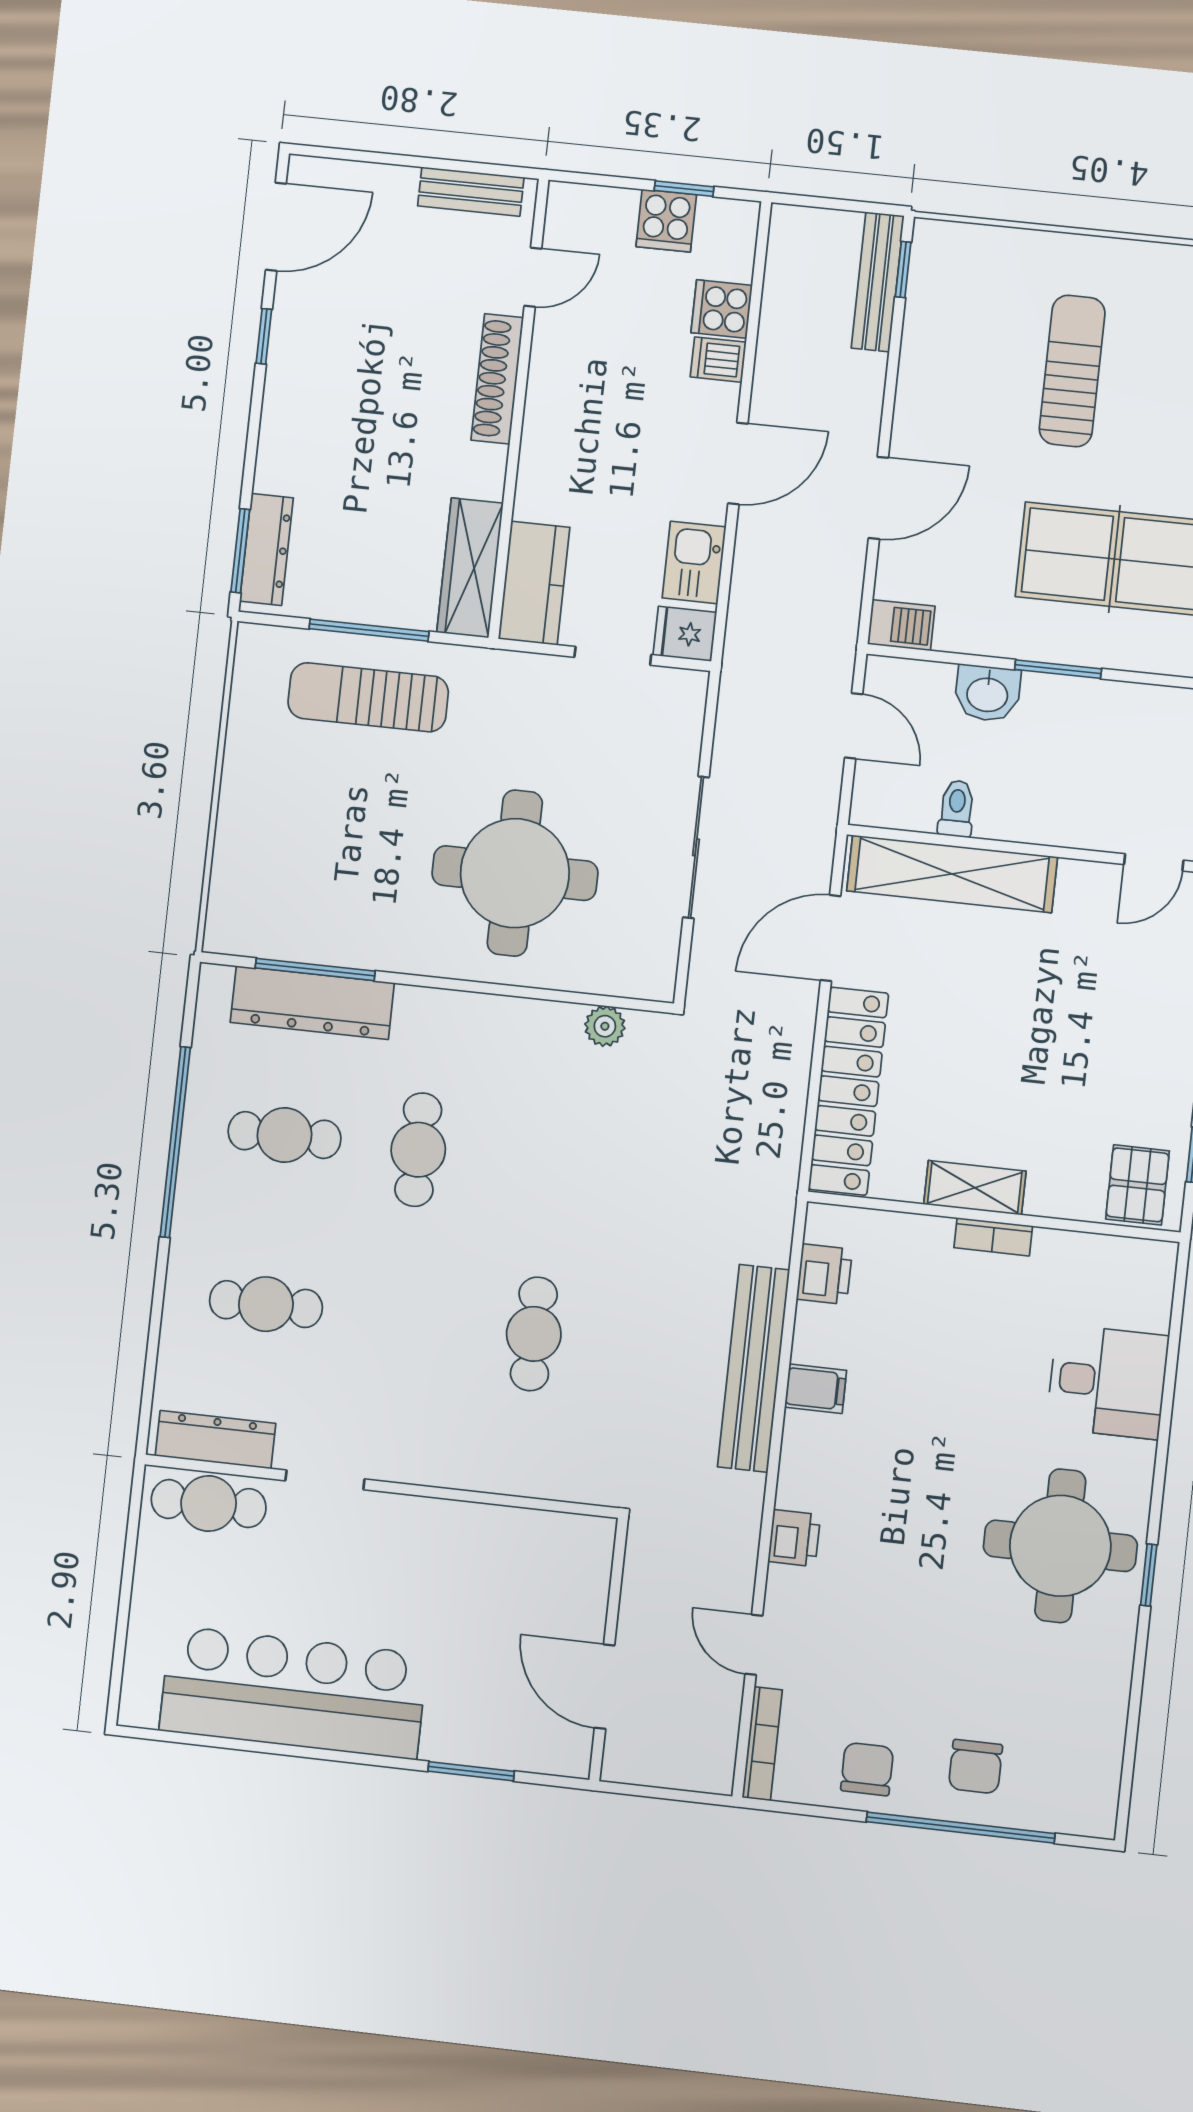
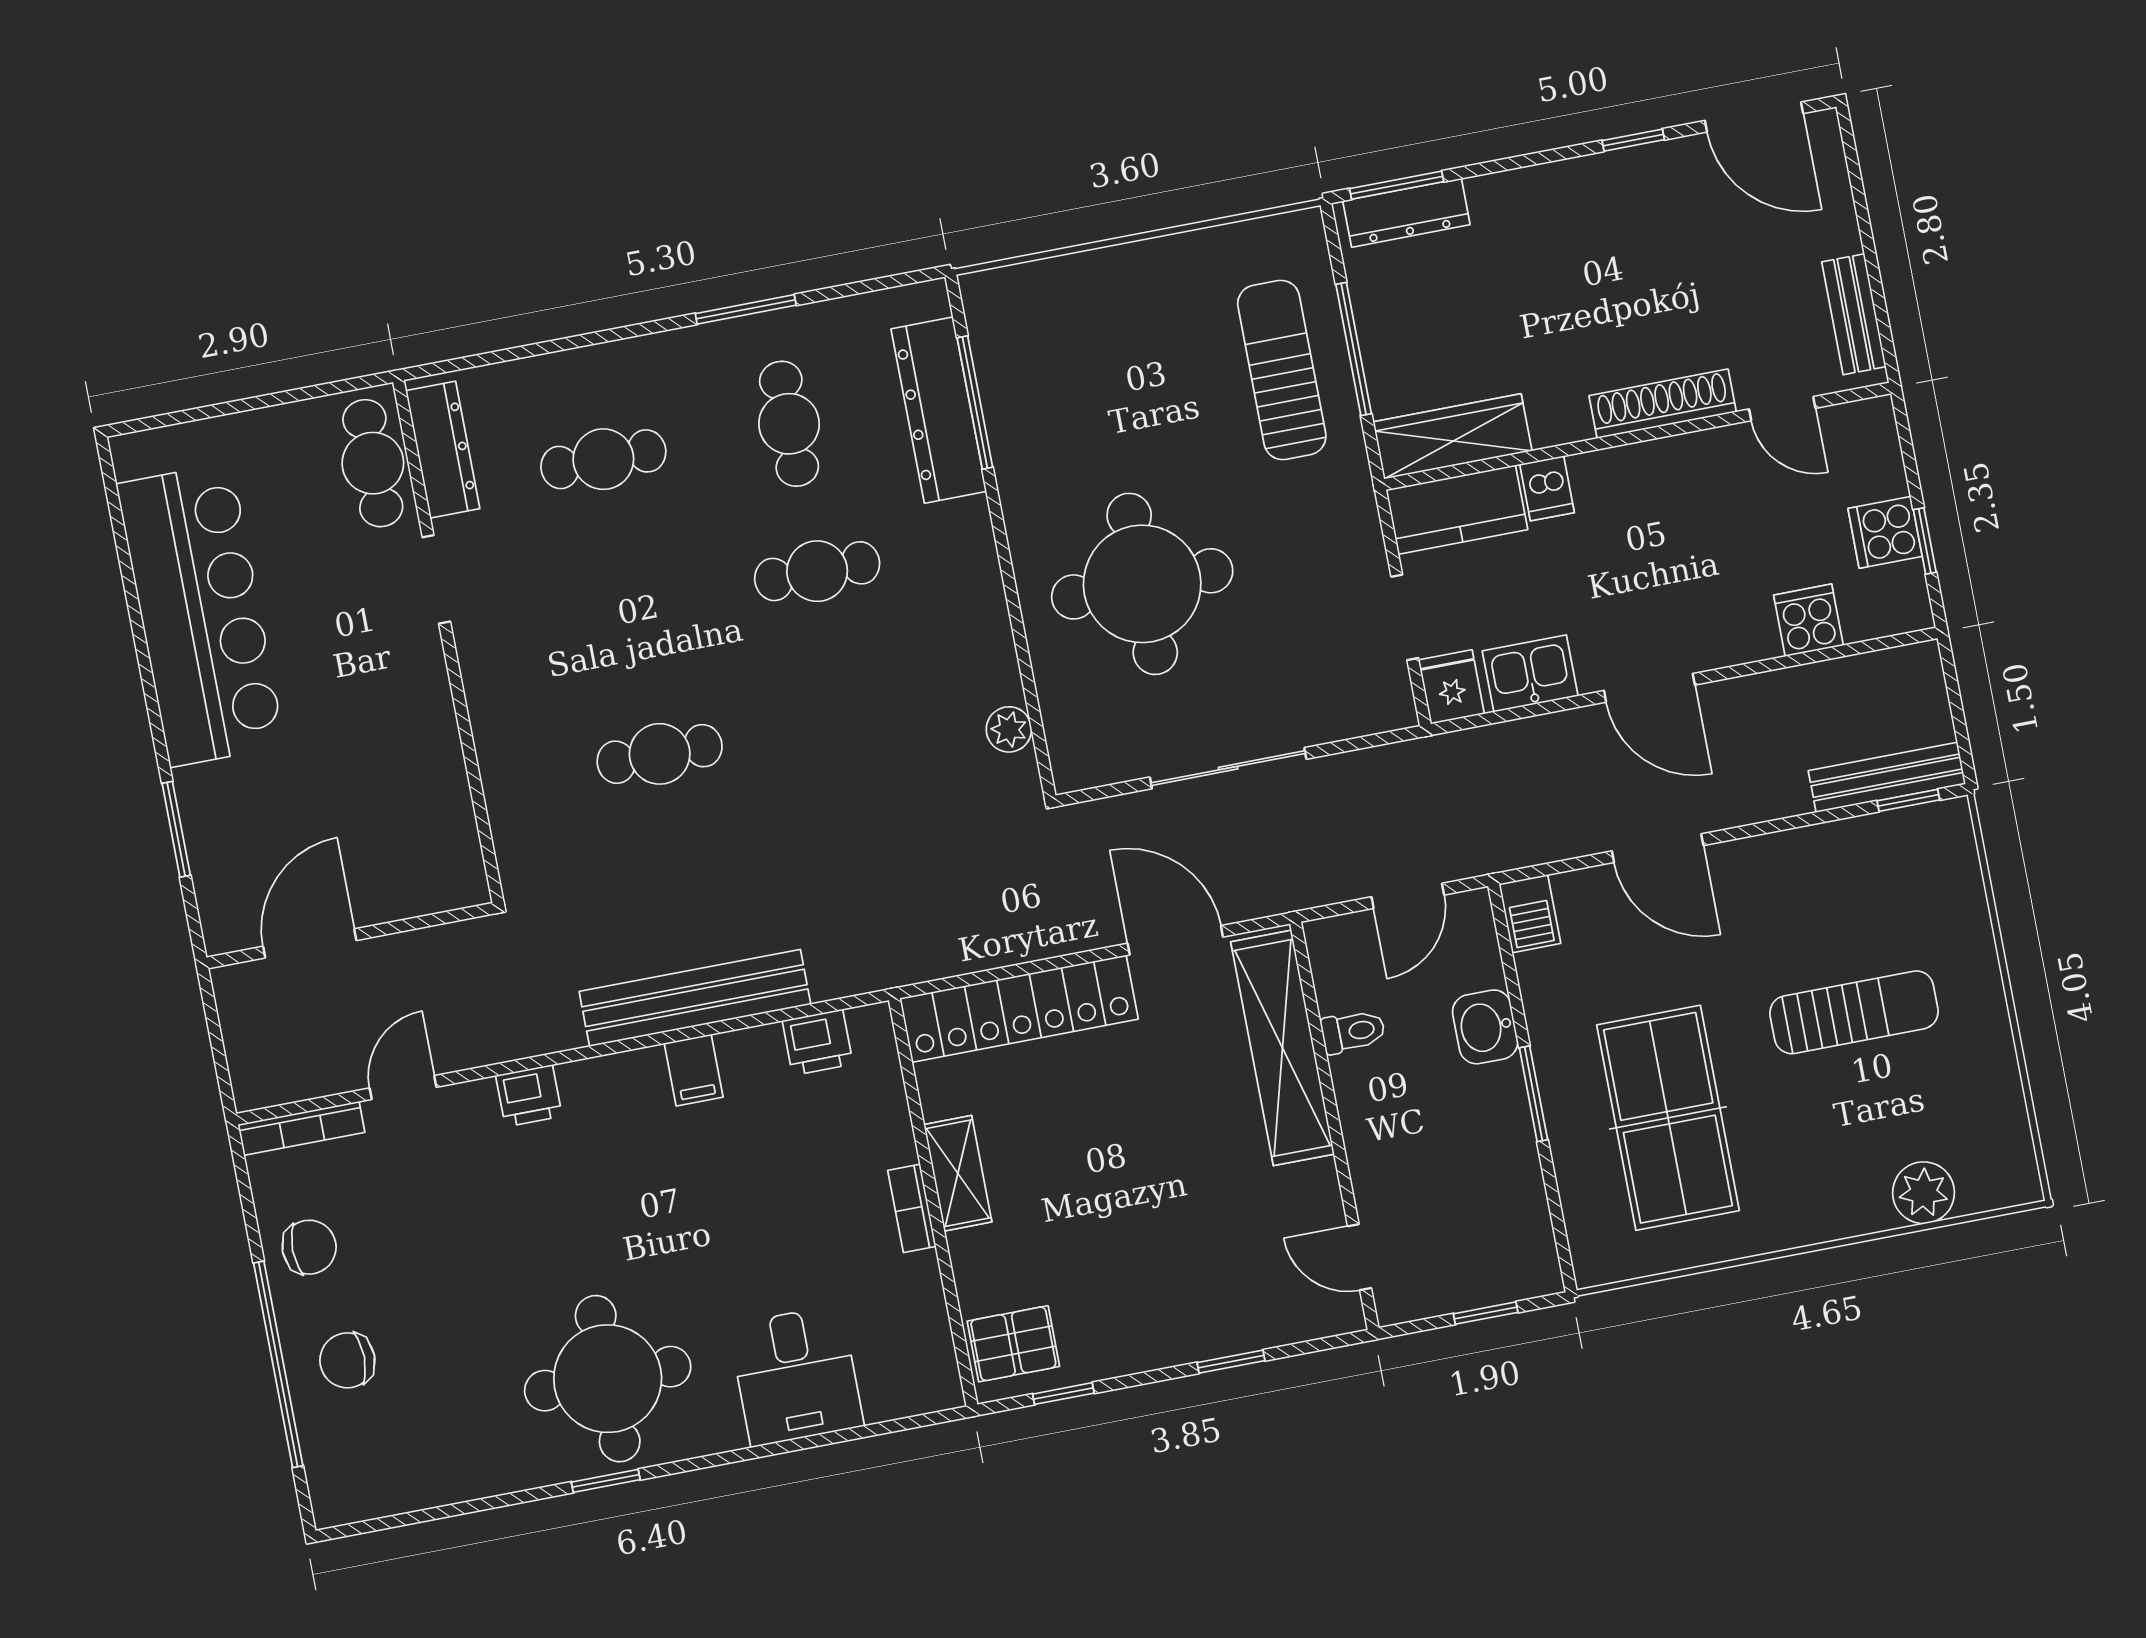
dishwasher: (718, 360) -> (1547, 488), moved, turned 180
window: (175, 1142) -> (746, 309), width x0.47
cafe table: (266, 1304) -> (603, 459), turned 90

